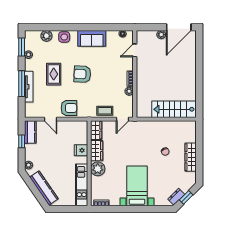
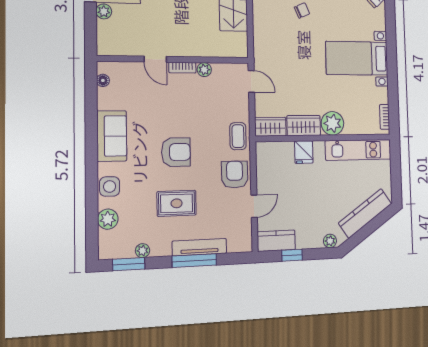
door: (135, 50) -> (155, 59), moved
armchair: (82, 74) -> (176, 152), turned -93
coffee table: (105, 111) -> (238, 136), moved

